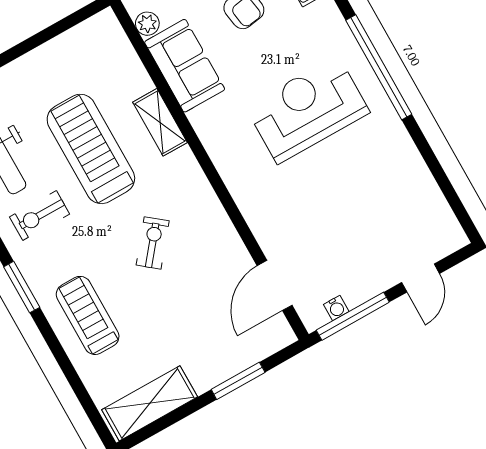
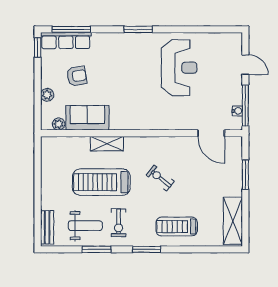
window: (379, 67) -> (138, 29), width x0.47
reception desk: (308, 110) -> (179, 68), moved, turned 180

